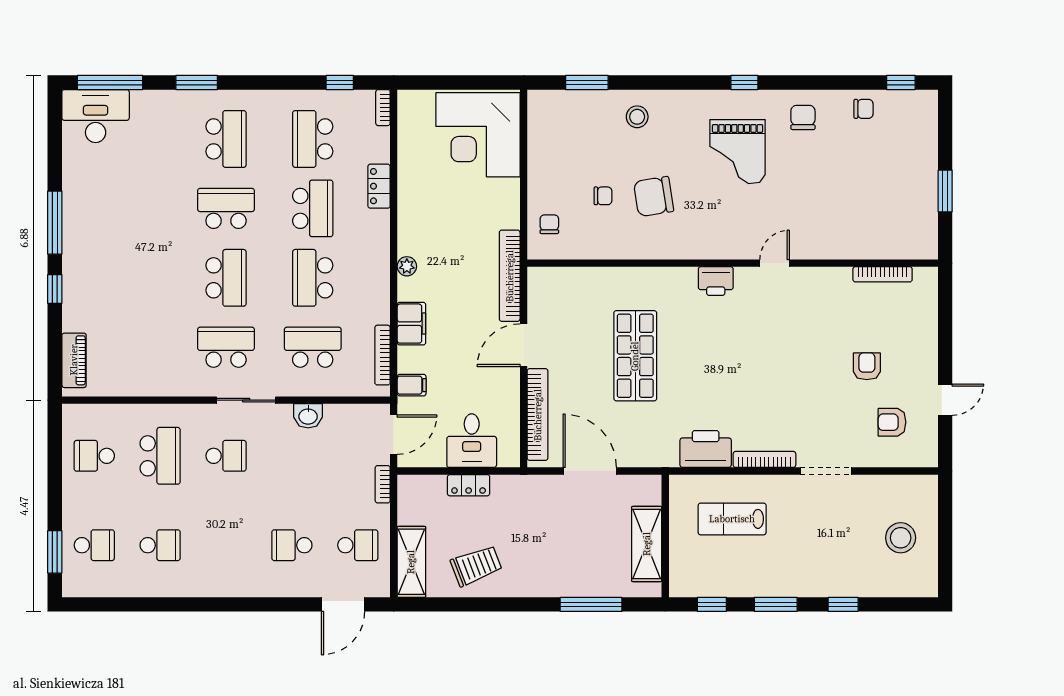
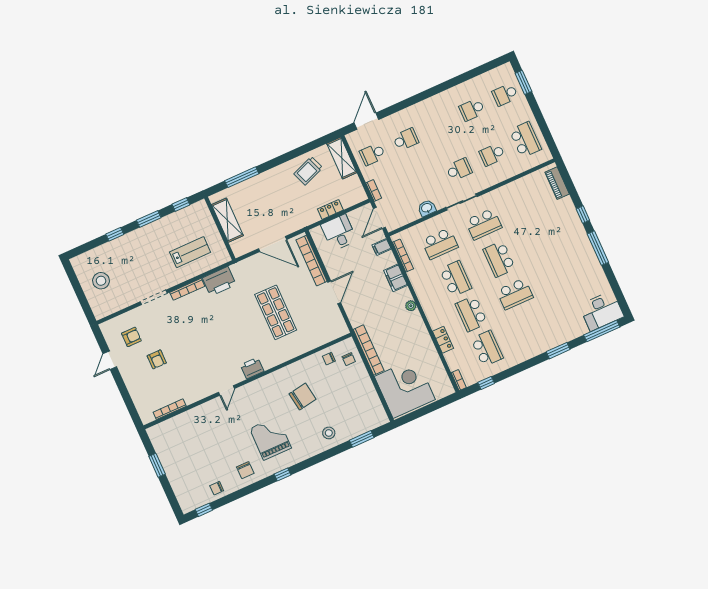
school desk: (226, 139) -> (531, 329), removed
chair: (603, 196) -> (329, 359), moved
bookcase: (510, 276) -> (369, 350), moved
school desk: (94, 456) -> (525, 140), width x1.85
school desk: (160, 456) -> (492, 155), width x0.54
school desk: (226, 456) -> (459, 169), turned 180

